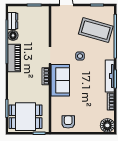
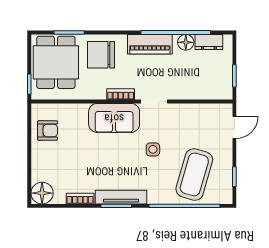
chair: (21, 89) -> (101, 55), added

